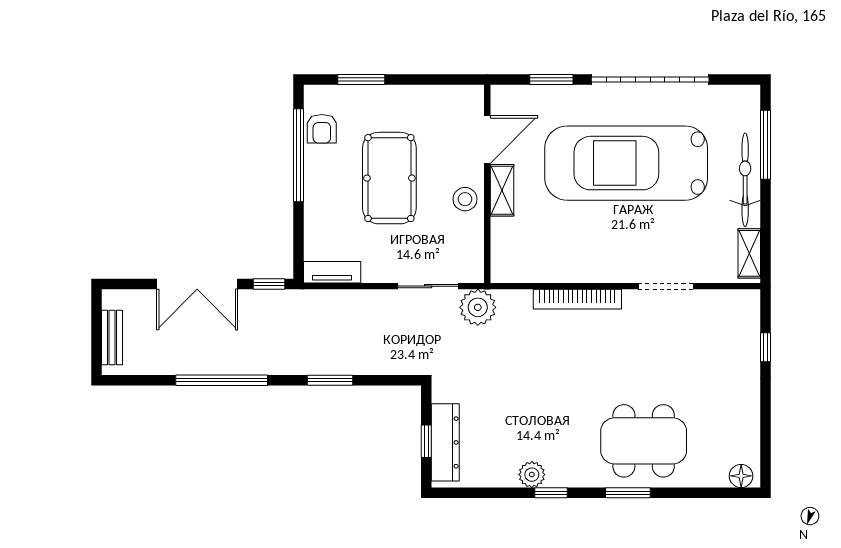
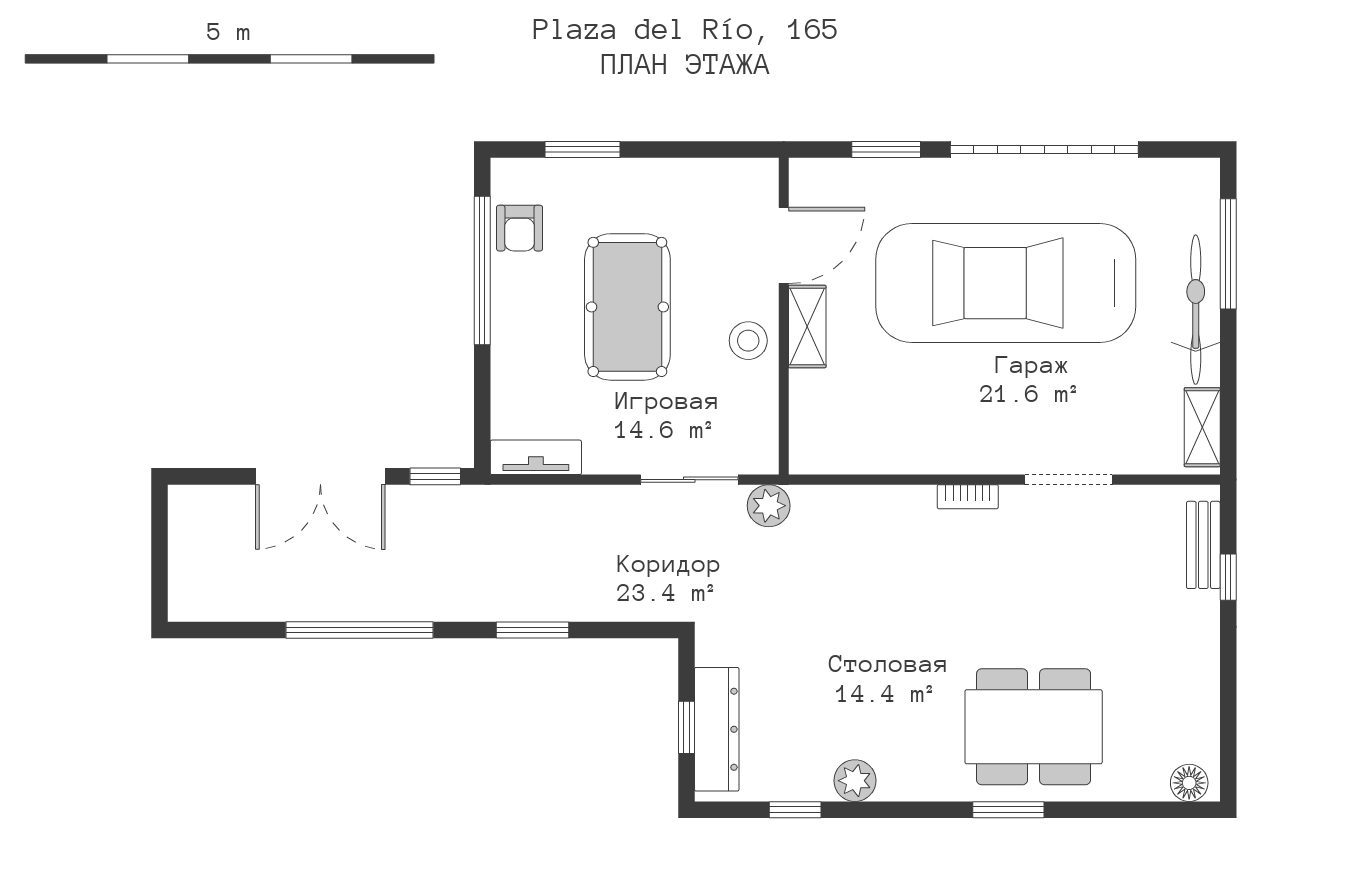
bookcase: (577, 299) -> (968, 497), width x0.43, depth x0.76
plant: (478, 307) -> (769, 506), width x0.73, depth x0.73
bench: (112, 338) -> (1203, 545), moved
window: (551, 493) -> (795, 810), moved

